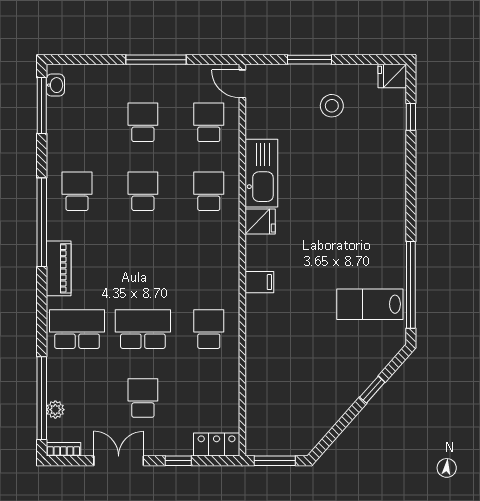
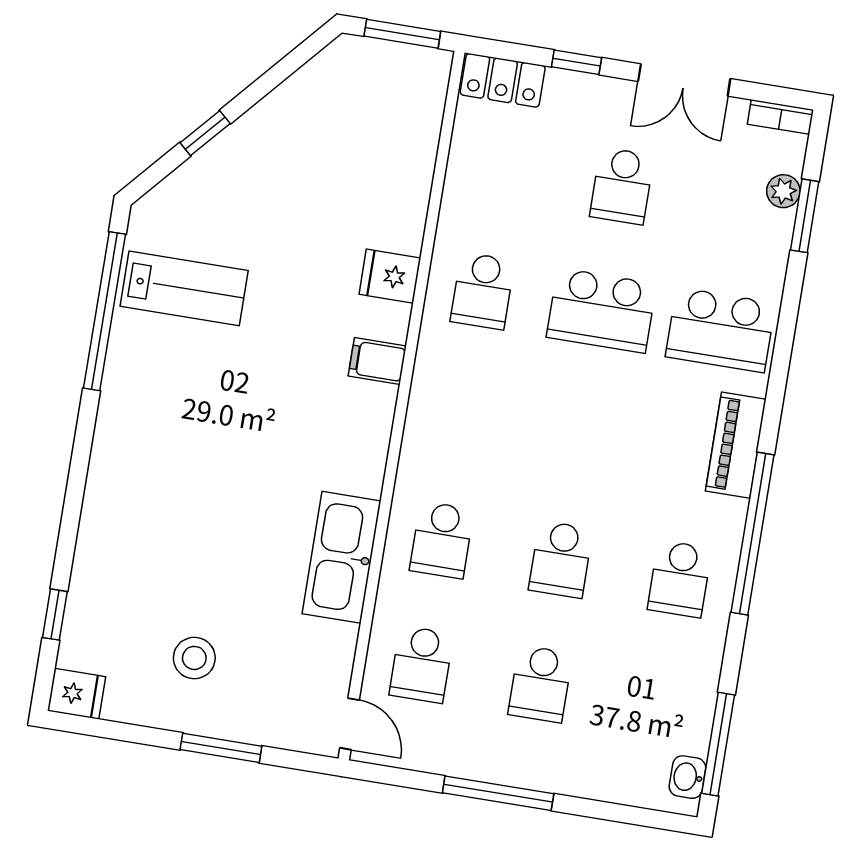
fridge: (260, 221) -> (390, 276), moved
window: (42, 398) -> (805, 216), width x0.47

